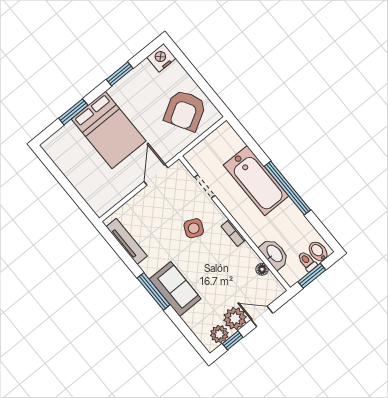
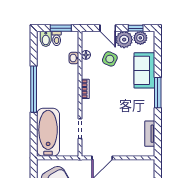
bathtub: (256, 181) -> (48, 132), moved
side table: (194, 228) -> (110, 59), moved
tv unit: (127, 241) -> (150, 134), width x0.71
washbasin: (274, 254) -> (74, 58), width x0.52, depth x0.69
sofa: (175, 289) -> (144, 70), moved

